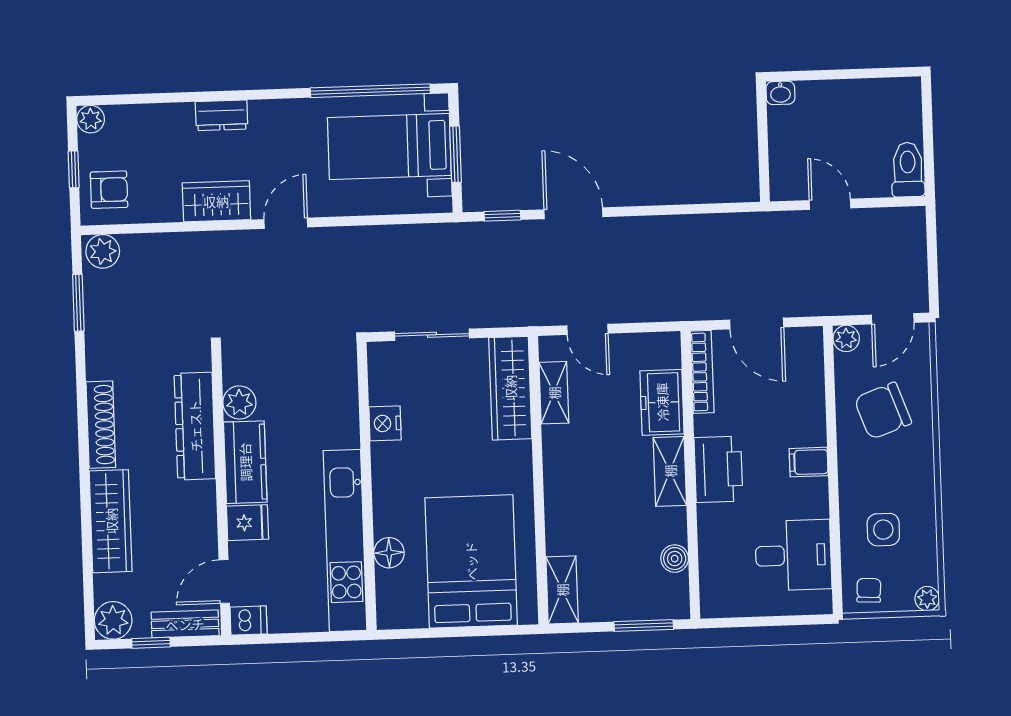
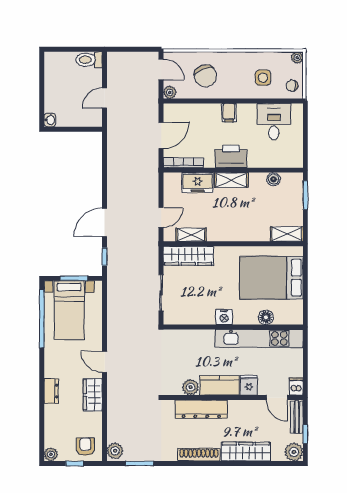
nightstand: (385, 423) -> (224, 317), moved

